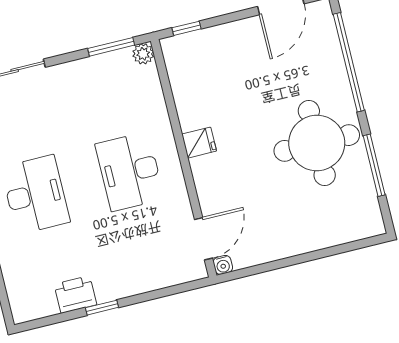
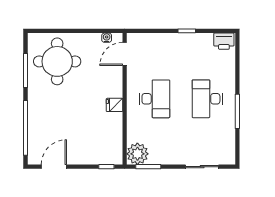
plant: (143, 54) -> (137, 154), width x1.88, depth x1.88
round table: (317, 143) -> (57, 61), moved
water cooler: (223, 265) -> (107, 38), moved
printer: (75, 295) -> (224, 41), moved

